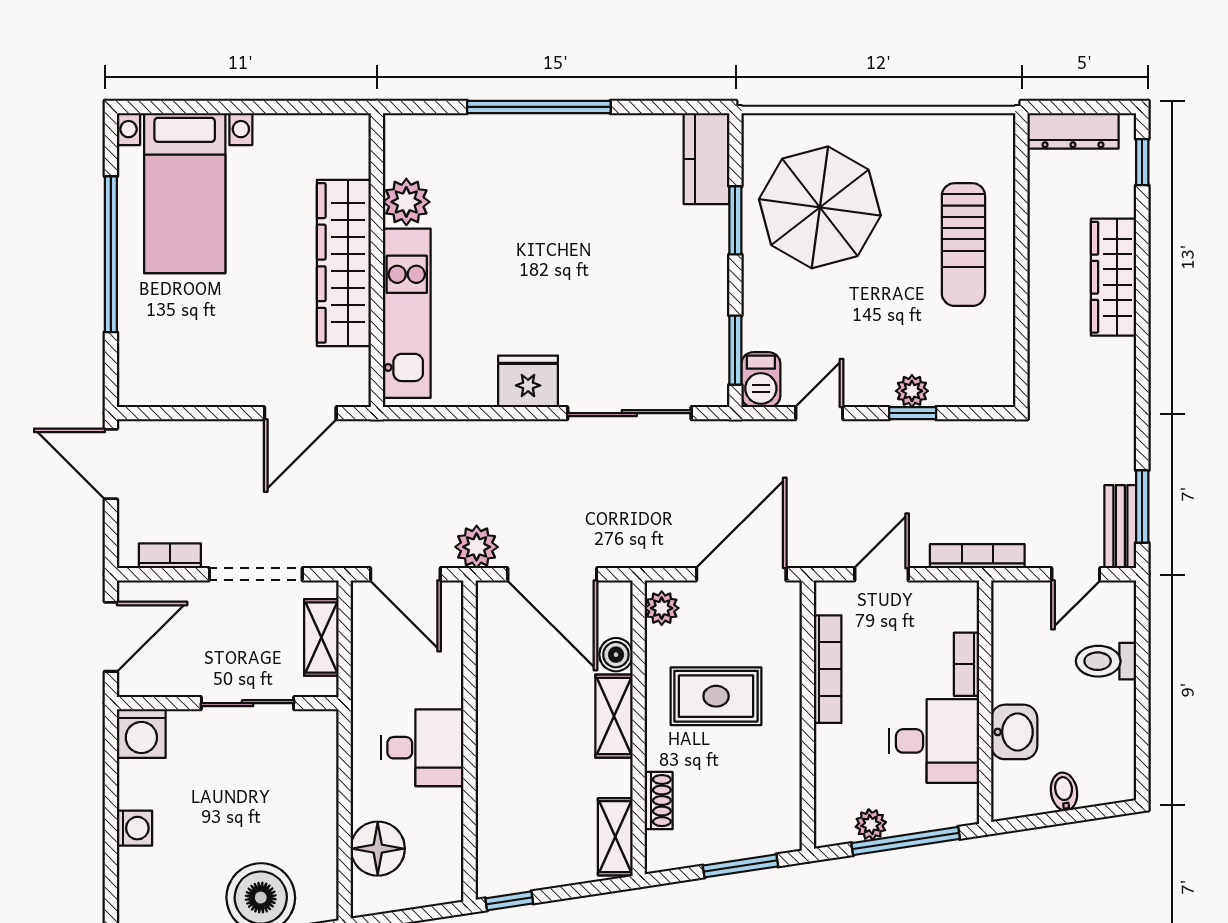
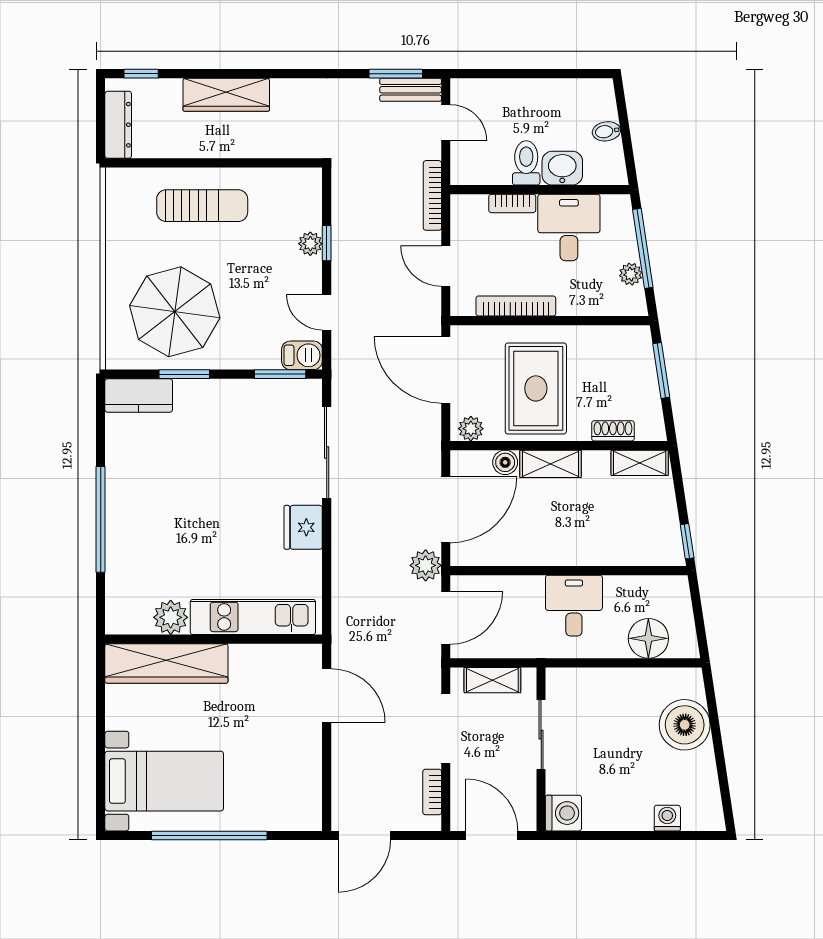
wardrobe: (344, 263) -> (166, 663), moved
toilet: (1106, 661) -> (526, 163), moved, turned 180
rug: (716, 696) -> (536, 388), width x1.36, depth x1.43
washing machine: (135, 828) -> (667, 818), moved

